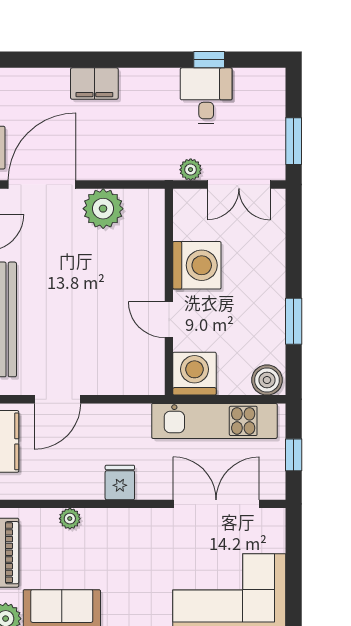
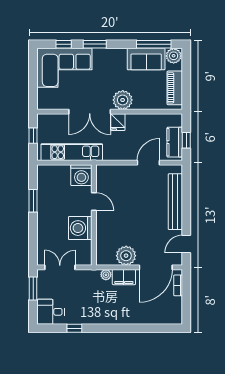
filing cabinet: (94, 84) -> (124, 277), moved, turned 180
desk: (206, 96) -> (51, 312), moved, turned 90
plant: (191, 170) -> (106, 275), moved
boiler: (267, 380) -> (46, 172), removed
double door: (216, 504) -> (90, 112), moved
plant: (70, 519) -> (123, 100), moved, width x1.88, depth x1.88

